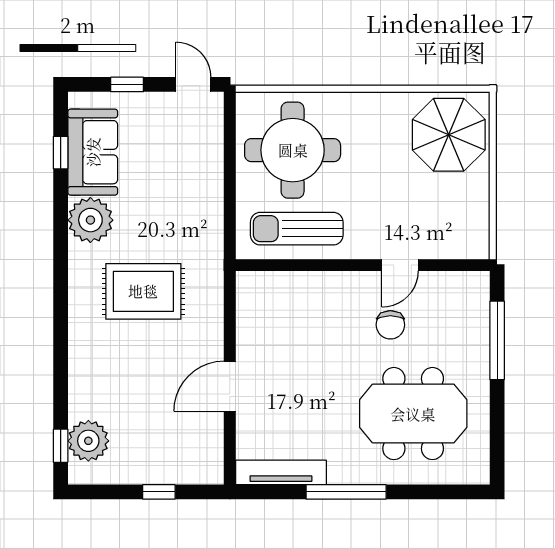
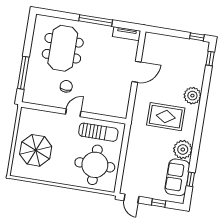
parasol: (449, 135) -> (36, 150), moved
door: (400, 265) -> (73, 113), moved
meeting table: (413, 414) -> (63, 48), turned 90
plant: (88, 441) -> (192, 96), moved
tv unit: (281, 472) -> (127, 34), width x0.71
window: (159, 492) -> (197, 37), moved

